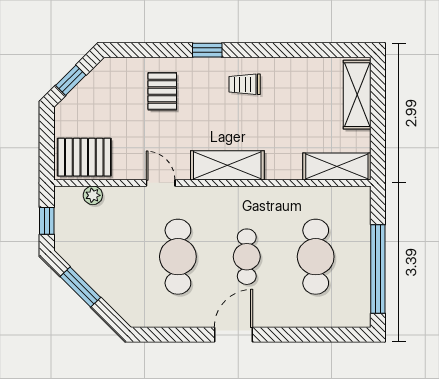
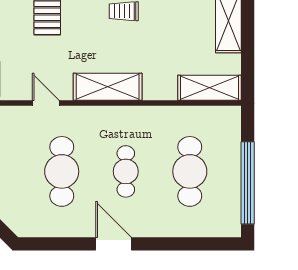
door: (234, 335) -> (113, 244), hinge flipped

